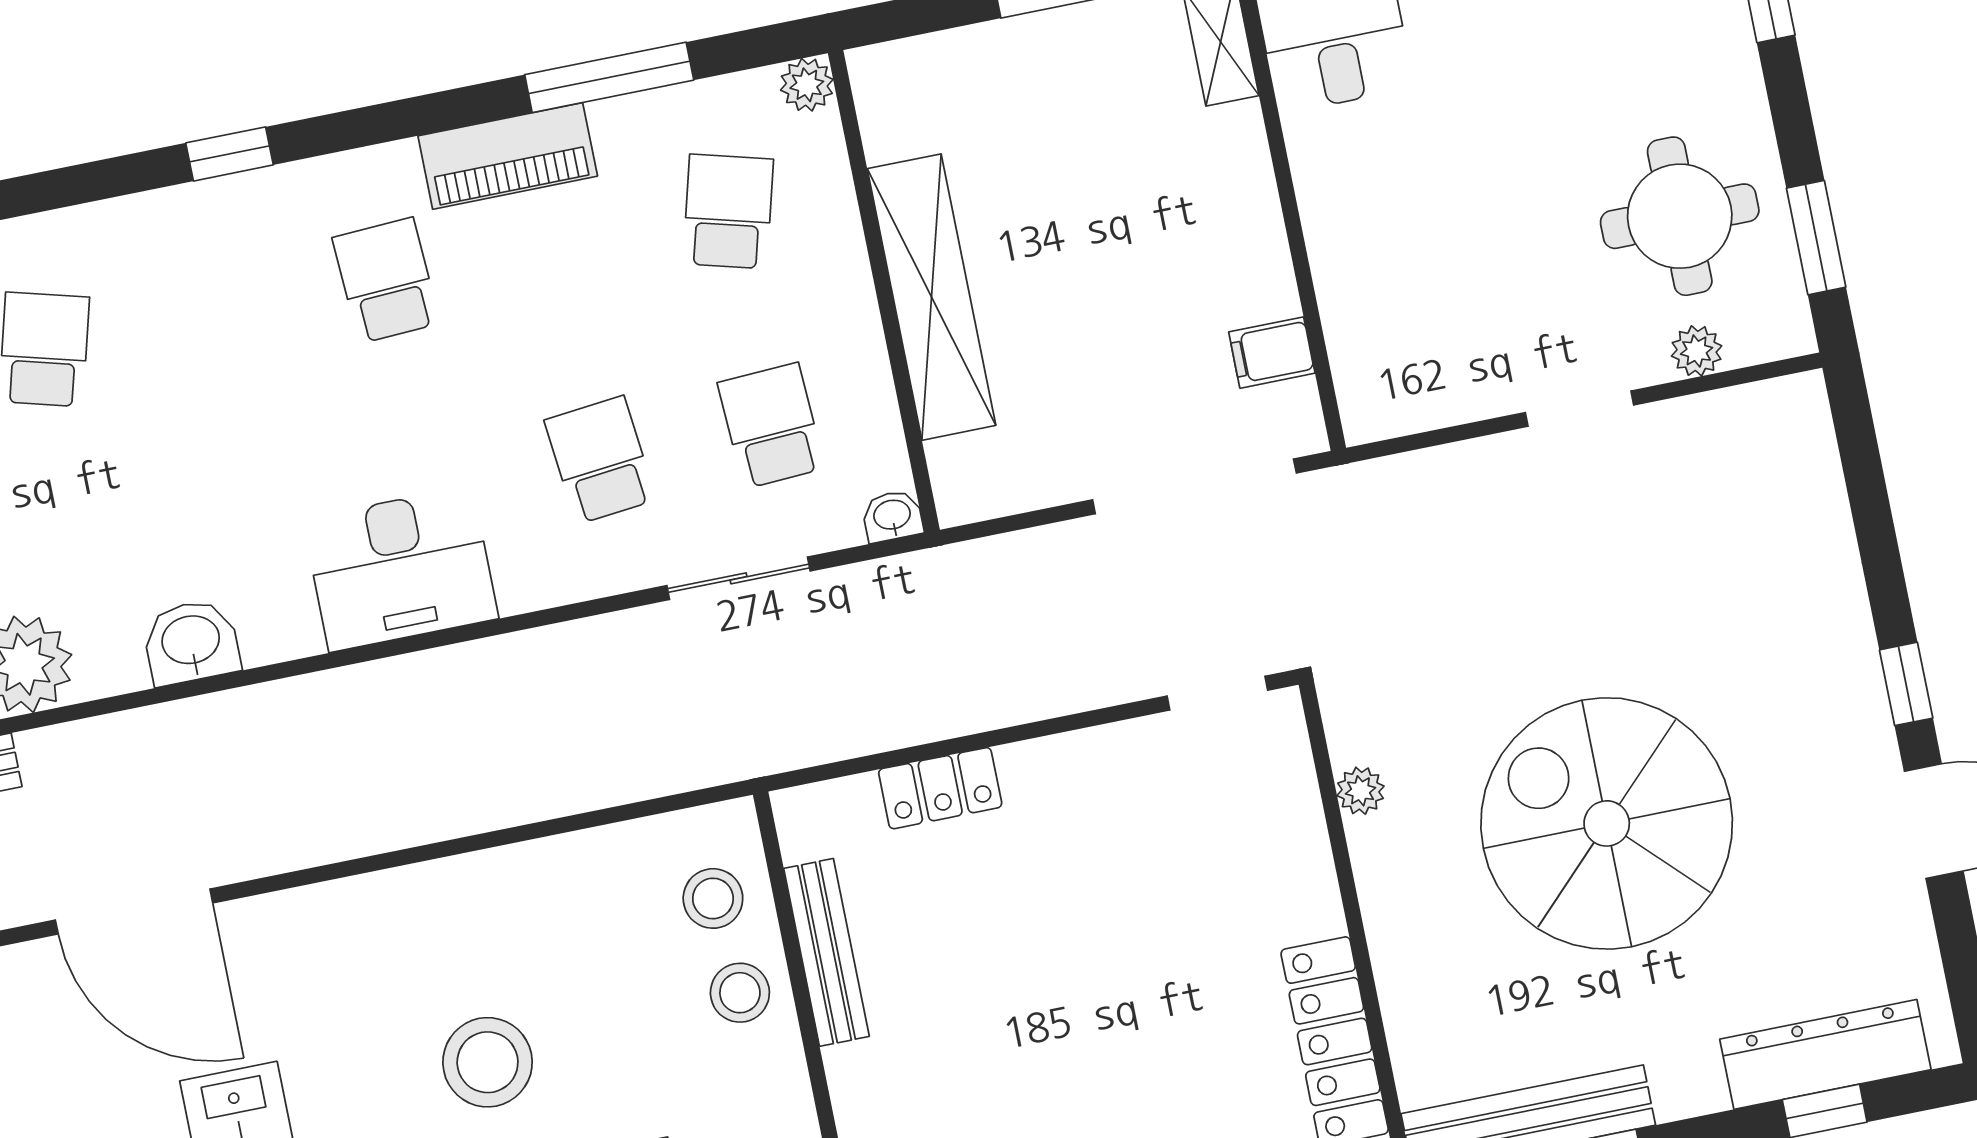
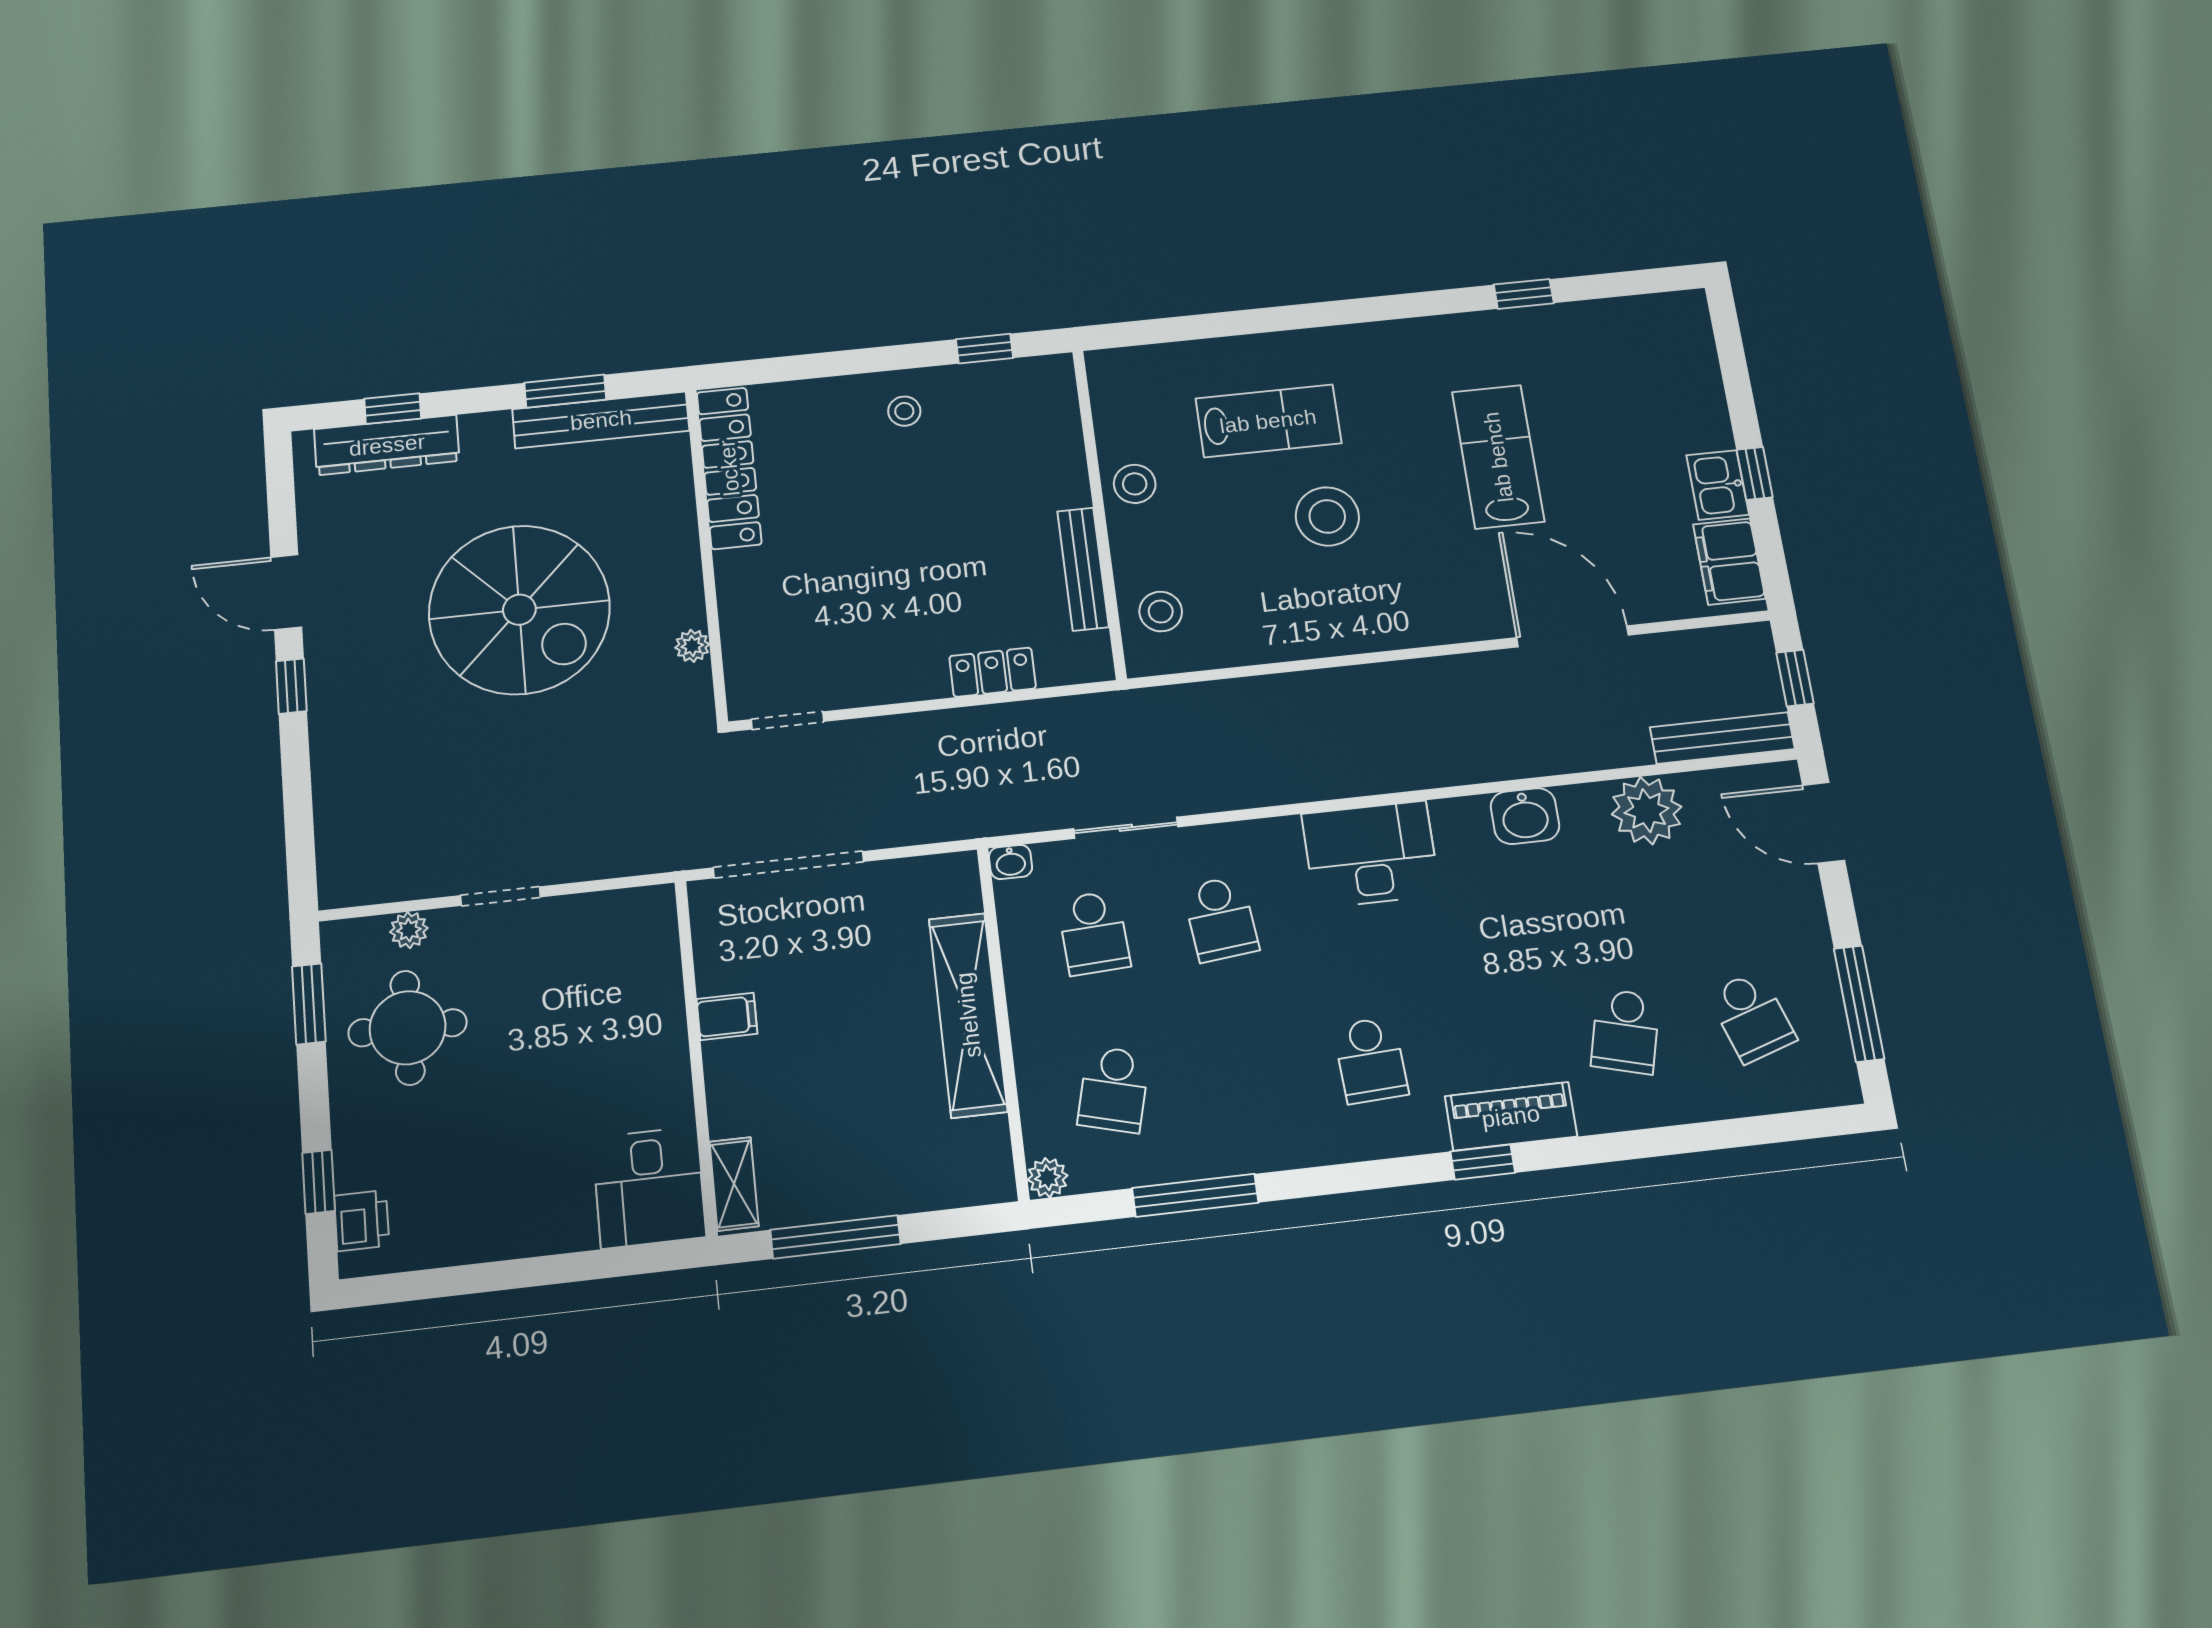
piano: (508, 156) -> (1511, 1116), moved
filing cabinet: (1272, 353) -> (727, 1016), moved
stool: (740, 993) -> (1135, 484), moved

